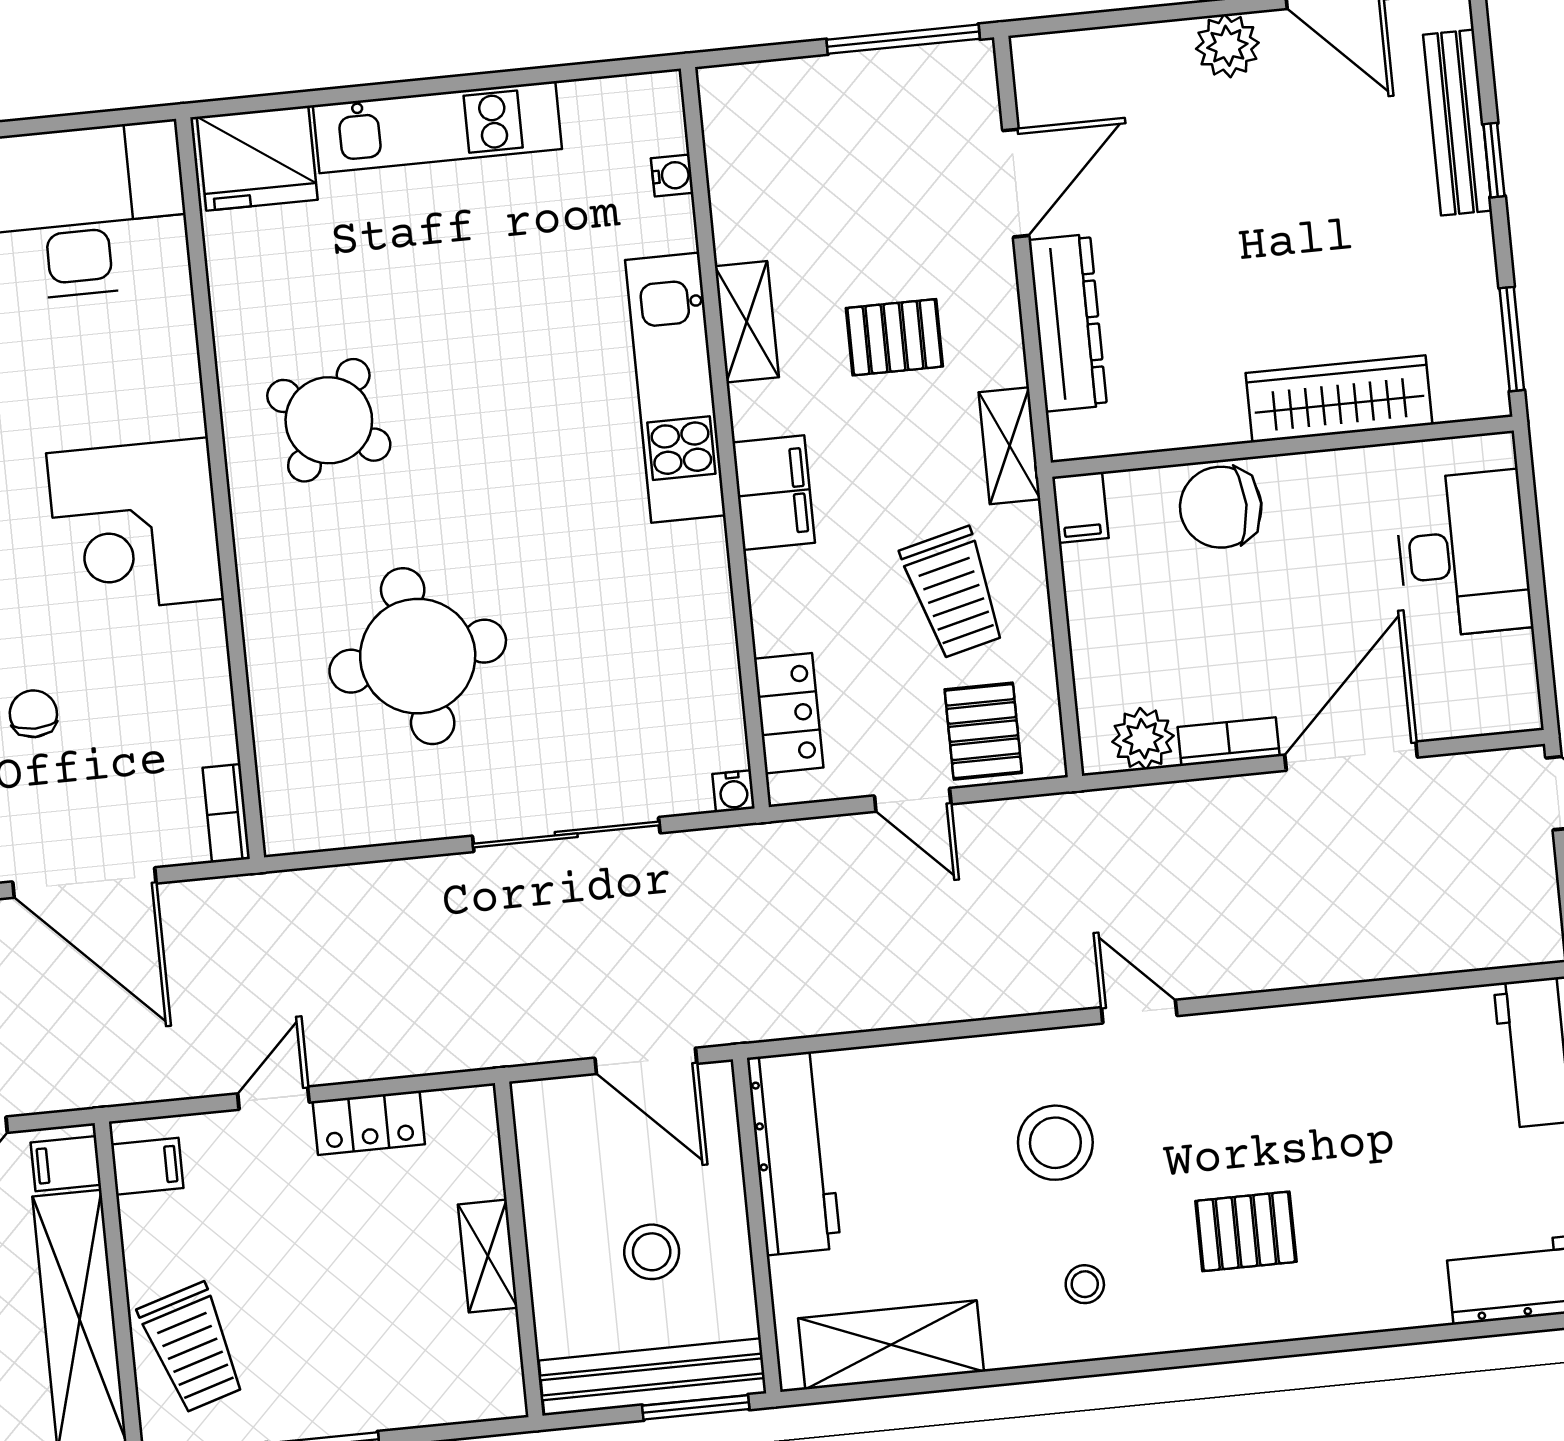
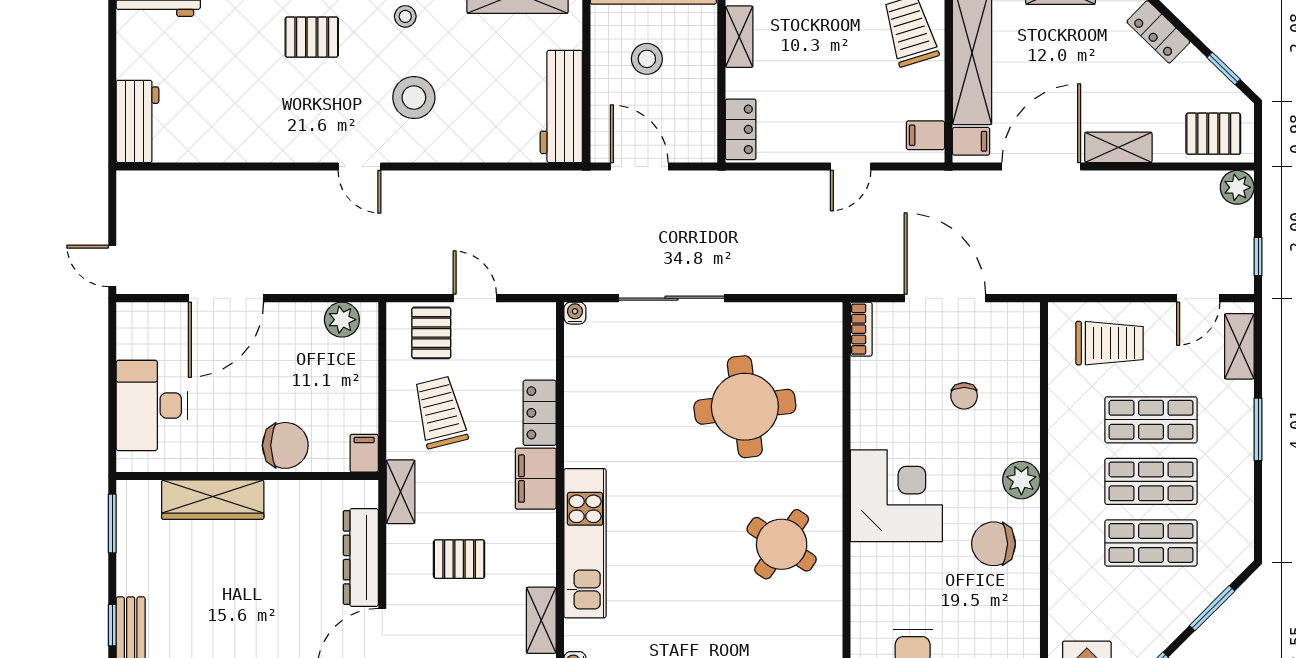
shelving: (747, 322) -> (541, 620), moved
locker: (789, 713) -> (540, 413), moved
bookcase: (1229, 742) -> (294, 313), removed
locker: (369, 1123) -> (741, 129), moved, turned 90
shelving: (488, 1256) -> (739, 37), moved

